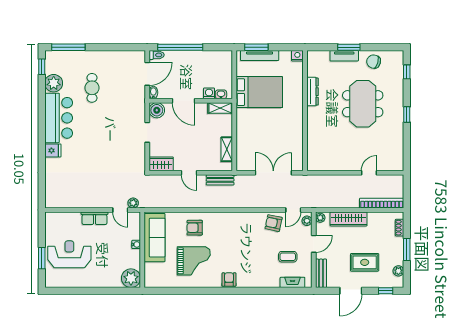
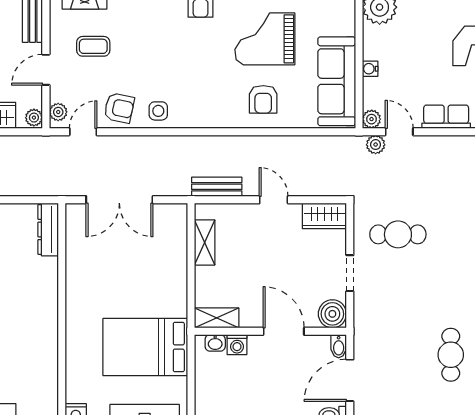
dresser: (312, 92) -> (48, 229), moved
cafe table: (121, 154) -> (398, 234), added
plant: (135, 217) -> (372, 119), added
side table: (252, 221) -> (158, 111), added
armchair: (195, 228) -> (263, 99), turned 90

